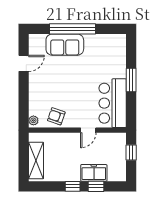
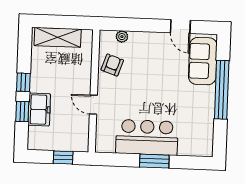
sofa: (65, 45) -> (203, 61), moved
bar counter: (113, 103) -> (147, 137), moved
plant: (33, 120) -> (122, 37), moved

